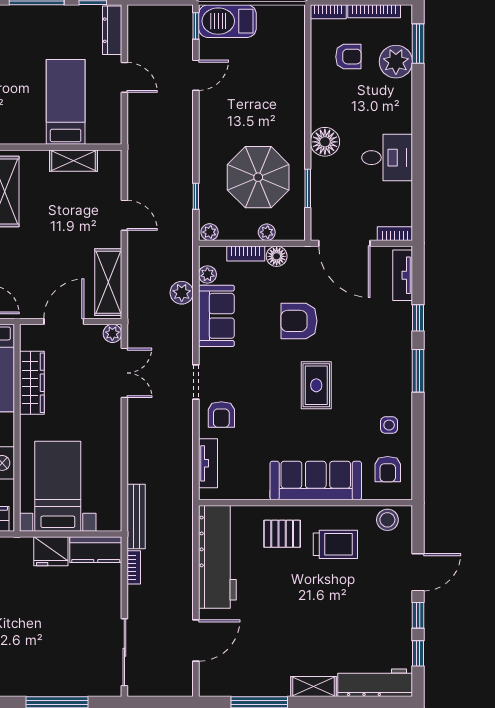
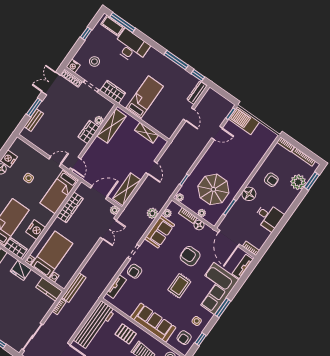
armchair: (348, 57) -> (271, 180), moved
bed: (66, 102) -> (144, 97), moved
window: (418, 318) -> (201, 339), moved
corner sofa: (380, 348) -> (214, 289), added
fridge: (51, 551) -> (21, 270), moved

